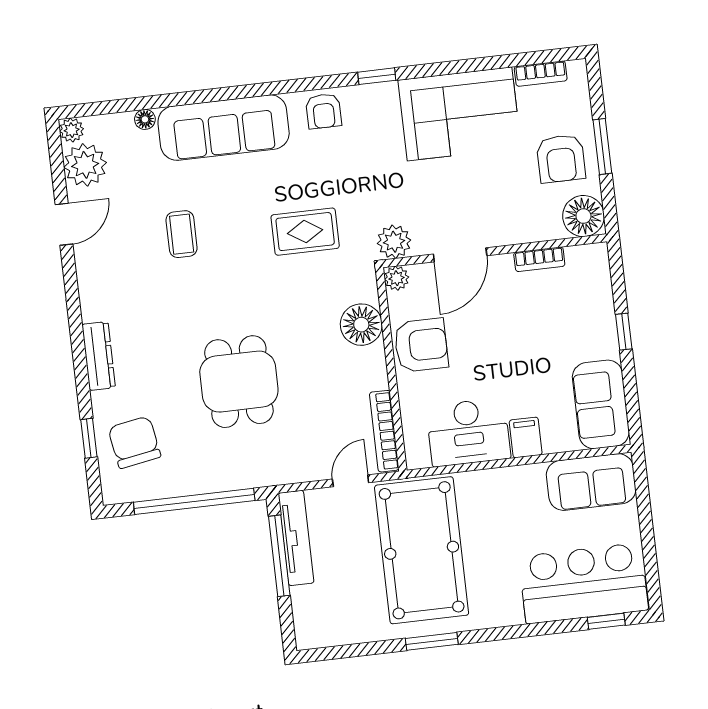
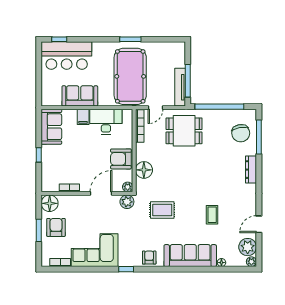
dining table: (239, 382) -> (184, 131), moved, turned 90
window: (89, 438) -> (259, 137), width x2.17
sofa: (591, 482) -> (80, 96), moved

